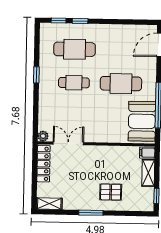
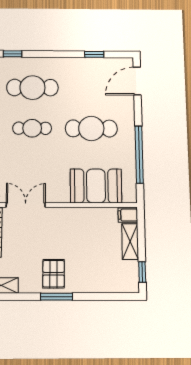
window: (80, 21) -> (94, 54), moved
booth: (142, 121) -> (96, 186), moved, turned 90
pallet: (111, 192) -> (54, 274), moved, turned 90

